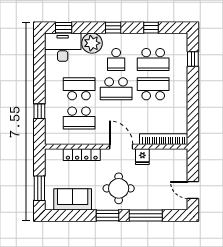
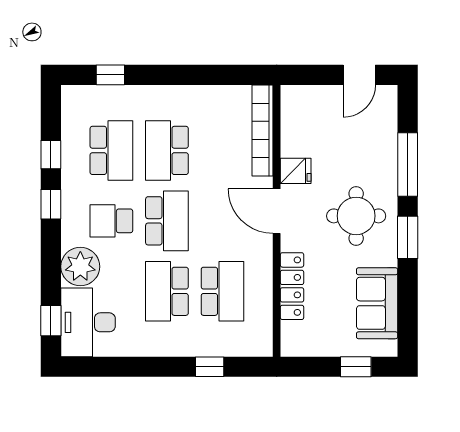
window: (113, 28) -> (51, 204), moved
school desk: (116, 60) -> (111, 221), turned 180
door: (121, 147) -> (277, 211), hinge flipped
window: (39, 188) -> (356, 367), width x0.67

